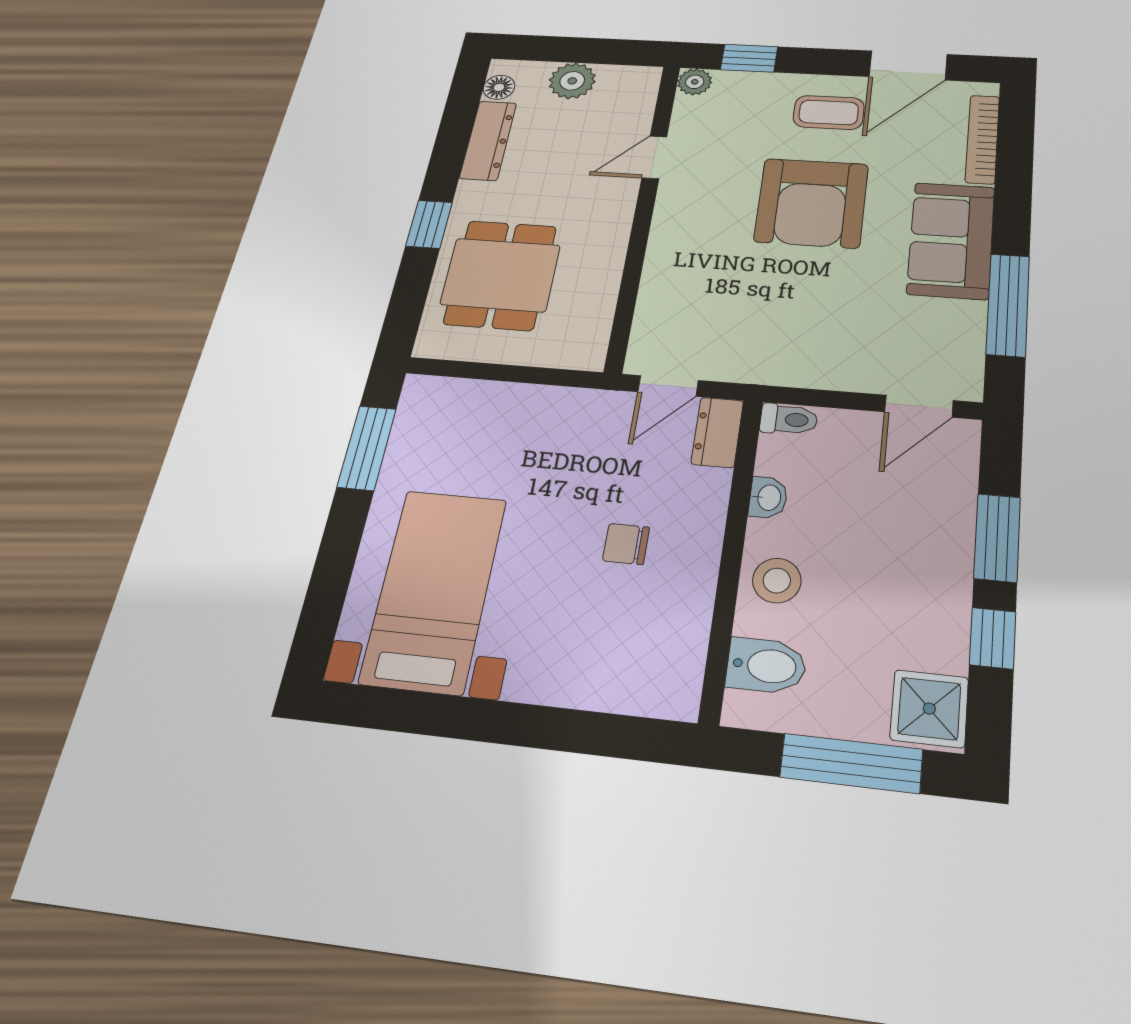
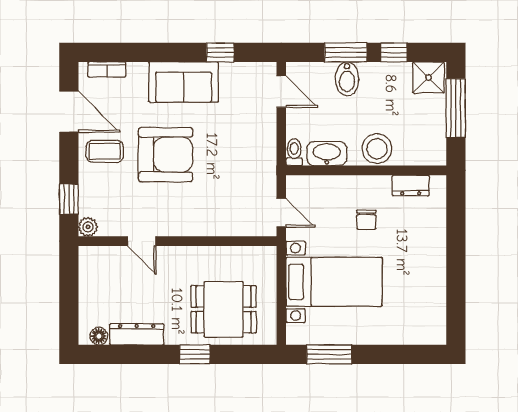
plant: (572, 81) -> (92, 295), removed
coffee table: (829, 112) -> (105, 151), turned 90
bookcase: (982, 139) -> (107, 69), width x0.64
window: (1008, 305) -> (220, 52), width x0.46
dresser: (717, 432) -> (411, 185), moved
washbasin: (768, 498) -> (327, 154), width x1.91, depth x1.45
stool: (777, 581) -> (377, 149), width x1.38, depth x1.38
bed with nightstands: (434, 590) -> (334, 282), moved, turned 180
bidet: (766, 666) -> (347, 79), moved, turned 180

